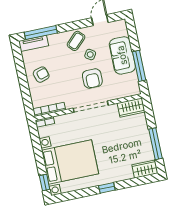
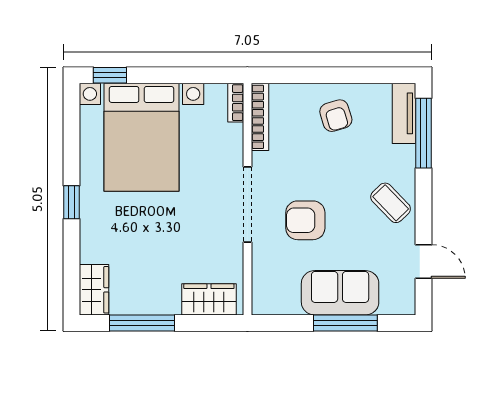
side table: (90, 55) -> (356, 226), removed
window: (139, 66) -> (345, 323), moved
wardrobe: (131, 108) -> (209, 299), moved, turned 90

